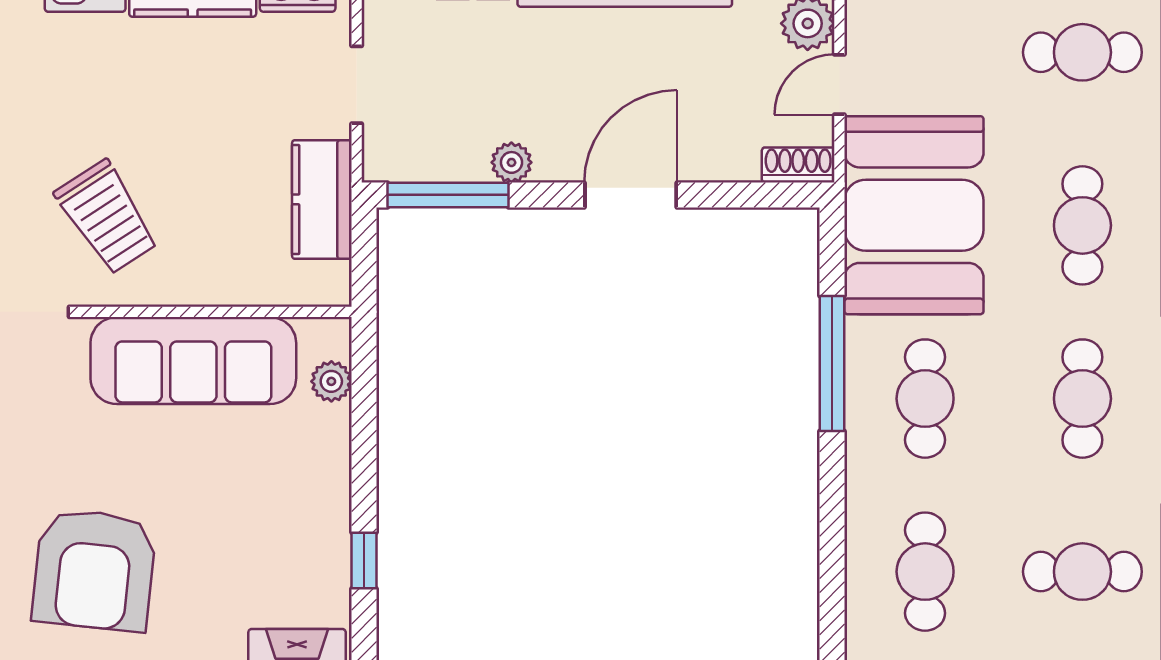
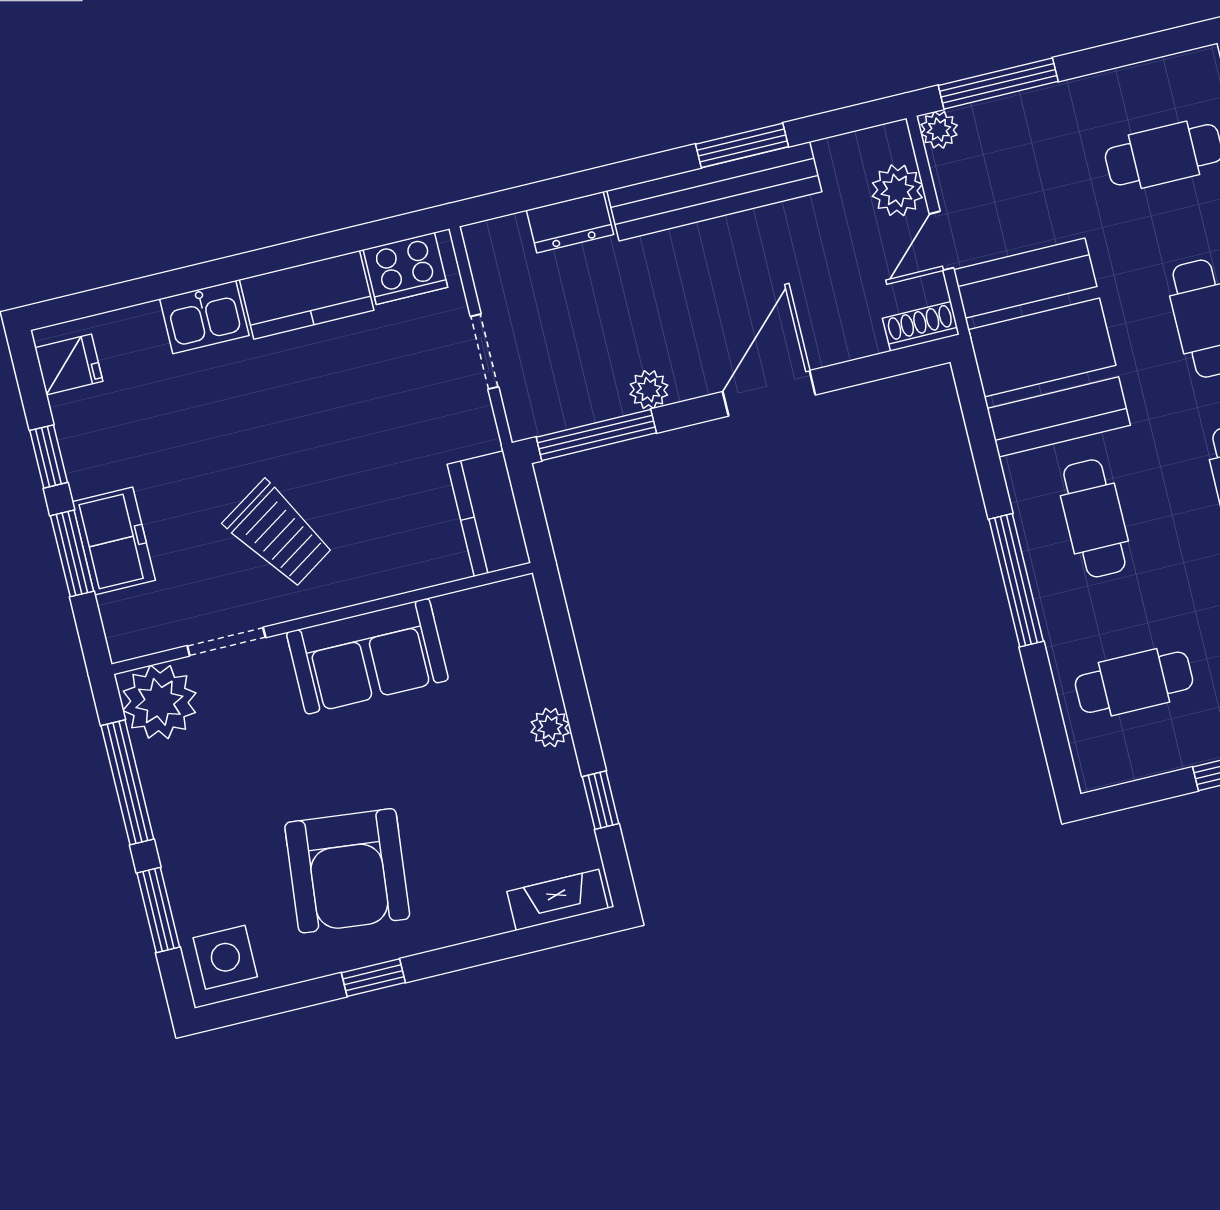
kitchen counter: (322, 199) -> (489, 514), moved
sofa: (193, 361) -> (367, 656), width x0.73
window: (832, 363) -> (1016, 580), moved
plant: (331, 381) -> (550, 728), moved
cafe table: (925, 572) -> (1134, 682), turned 90

